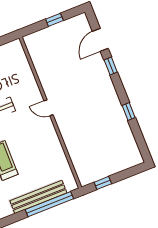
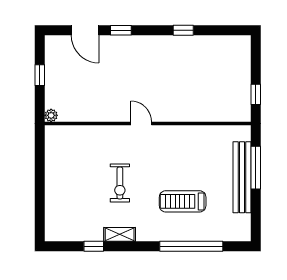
plant: (28, 40) -> (51, 115), added
door: (48, 108) -> (141, 124), swing flipped
window: (49, 204) -> (256, 168), width x0.68

